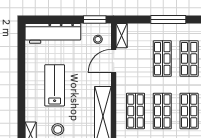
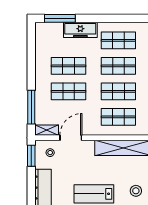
window: (168, 19) -> (31, 107), moved
door: (114, 61) -> (71, 138), swing flipped

